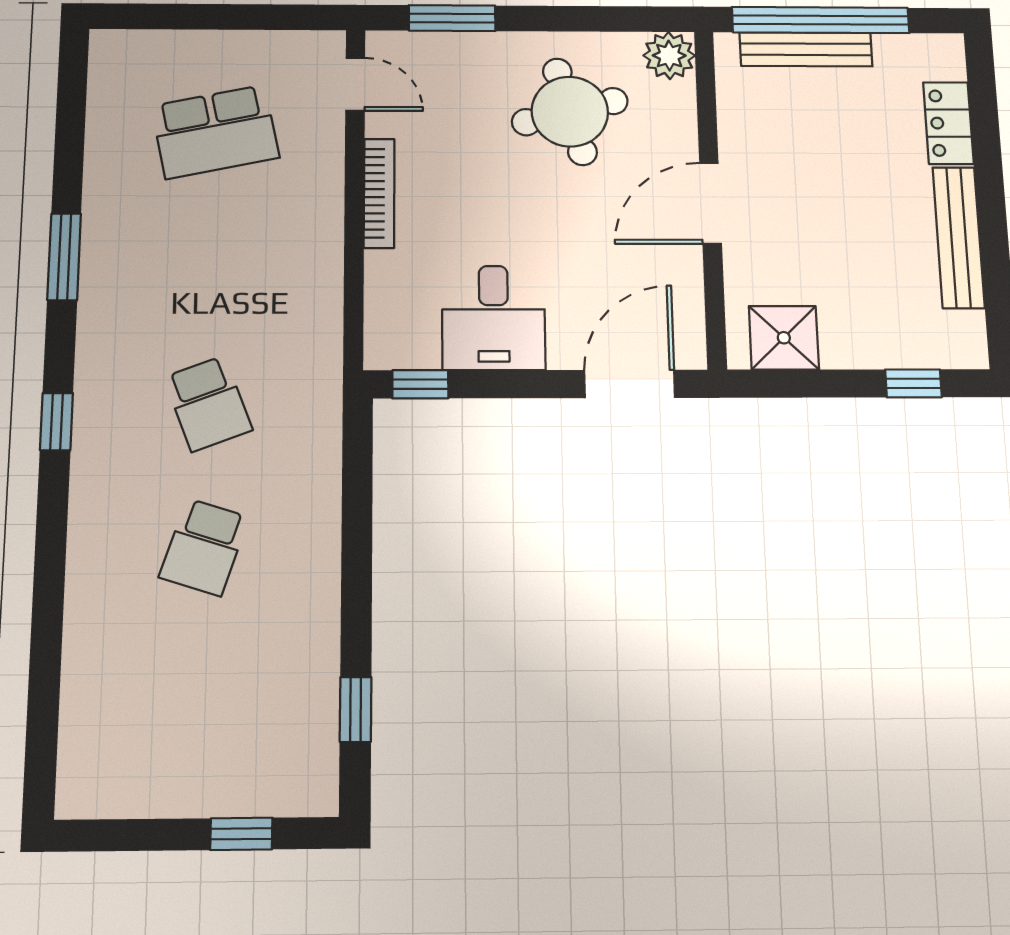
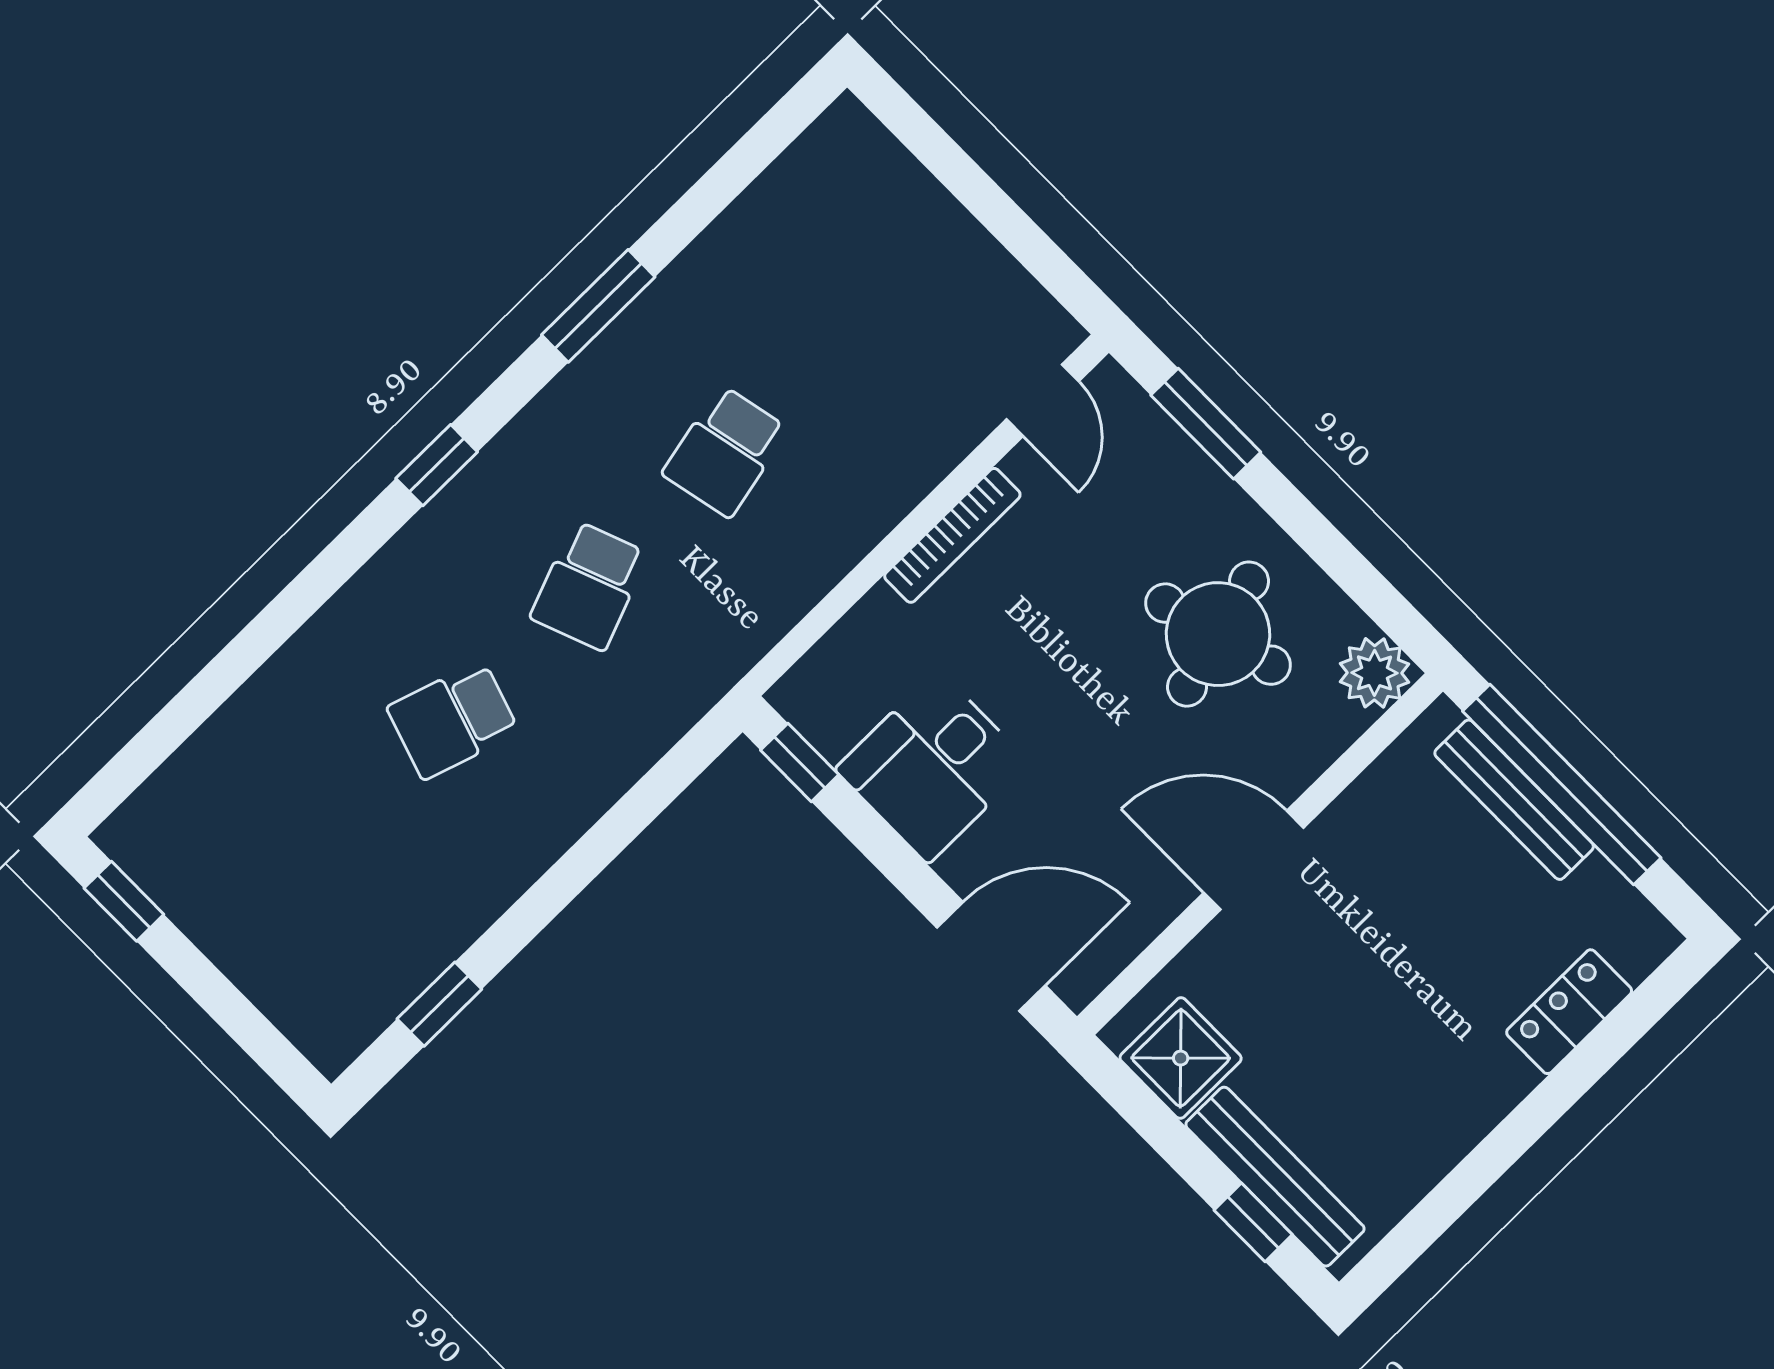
school desk: (215, 132) -> (725, 451), moved, width x0.54
bench: (959, 237) -> (1275, 1177), moved, turned 90
window: (241, 834) -> (124, 901), moved

